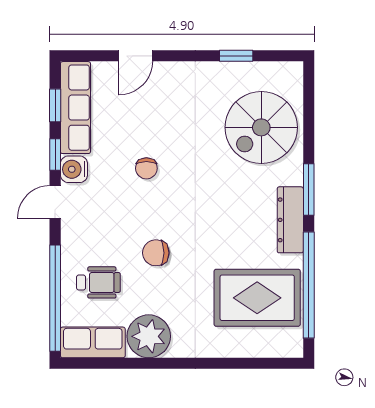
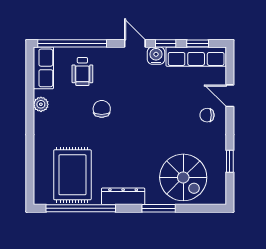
spiral stairs: (261, 127) -> (183, 177), turned 180
chair: (146, 168) -> (207, 115), moved
window: (309, 189) -> (159, 208), moved
plant: (149, 336) -> (41, 104), width x0.53, depth x0.53

